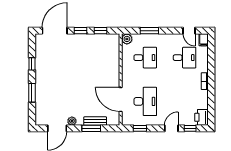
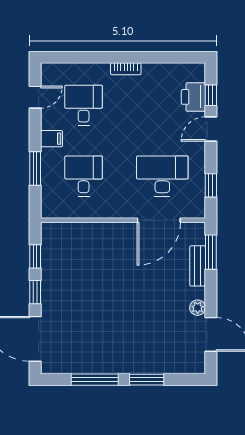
plant: (127, 39) -> (50, 209), removed
filing cabinet: (204, 40) -> (51, 139), moved
window: (32, 64) -> (95, 380), width x2.17
printer: (202, 117) -> (193, 97), moved, turned 90
window: (91, 128) -> (211, 252), moved
door: (171, 128) -> (211, 129), hinge flipped

